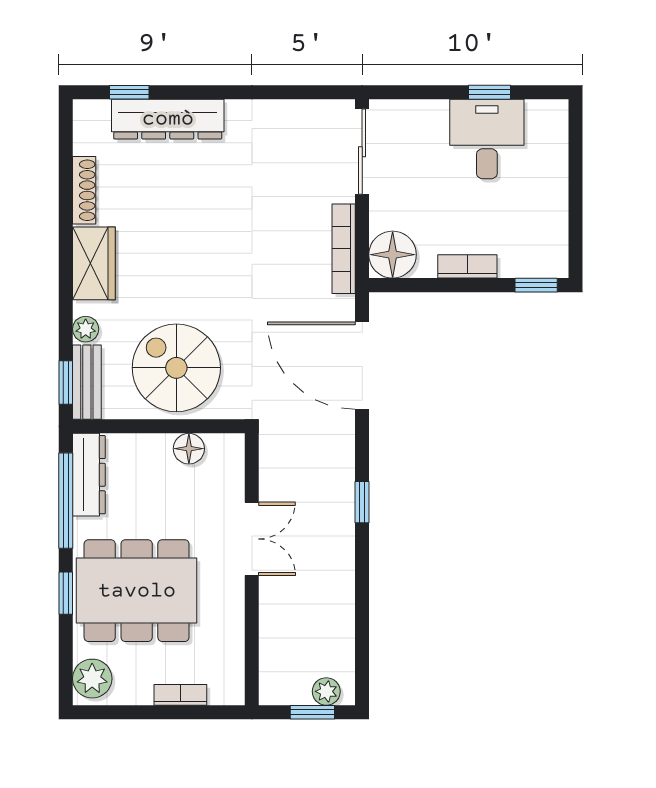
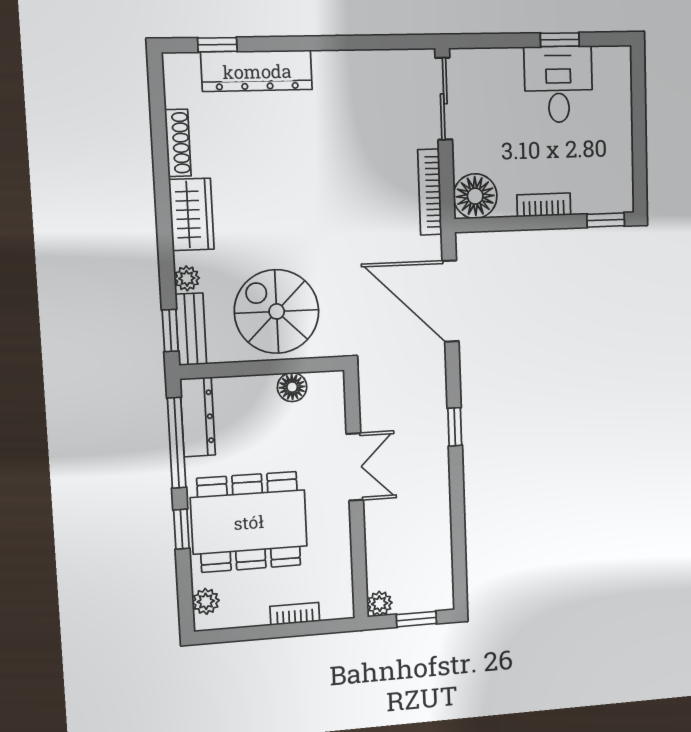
plant: (92, 679) -> (206, 601), width x0.73, depth x0.73
plant: (326, 691) -> (380, 604), moved

